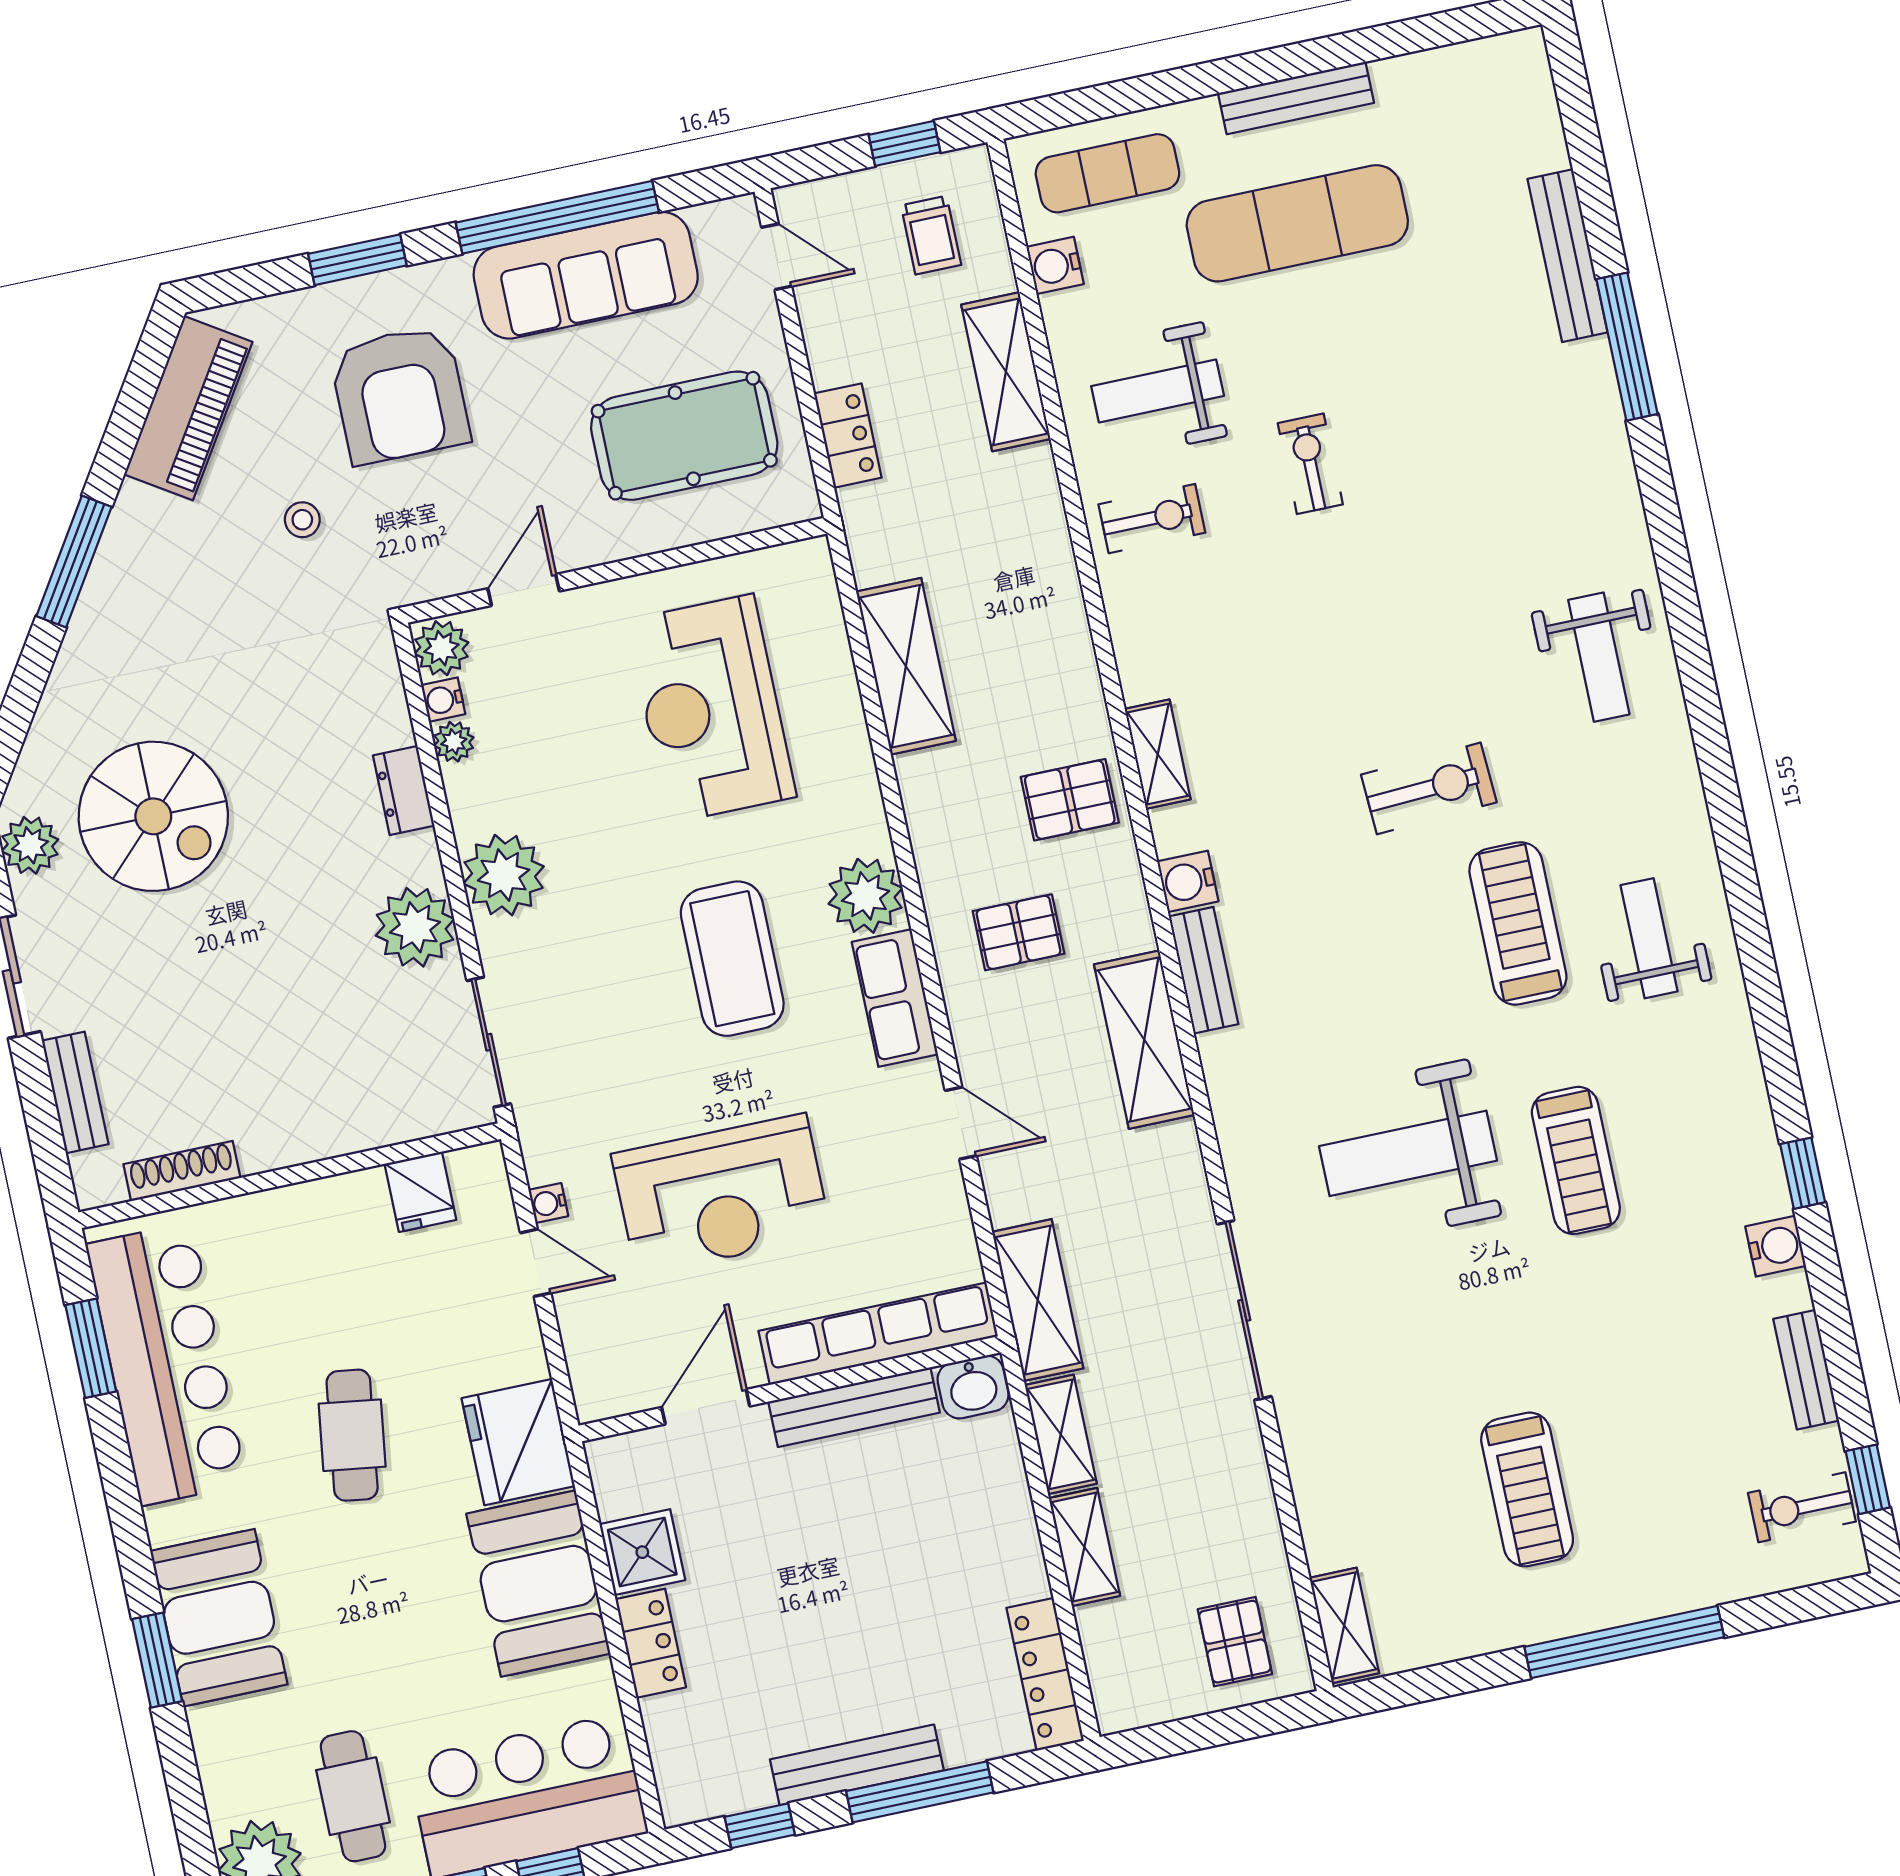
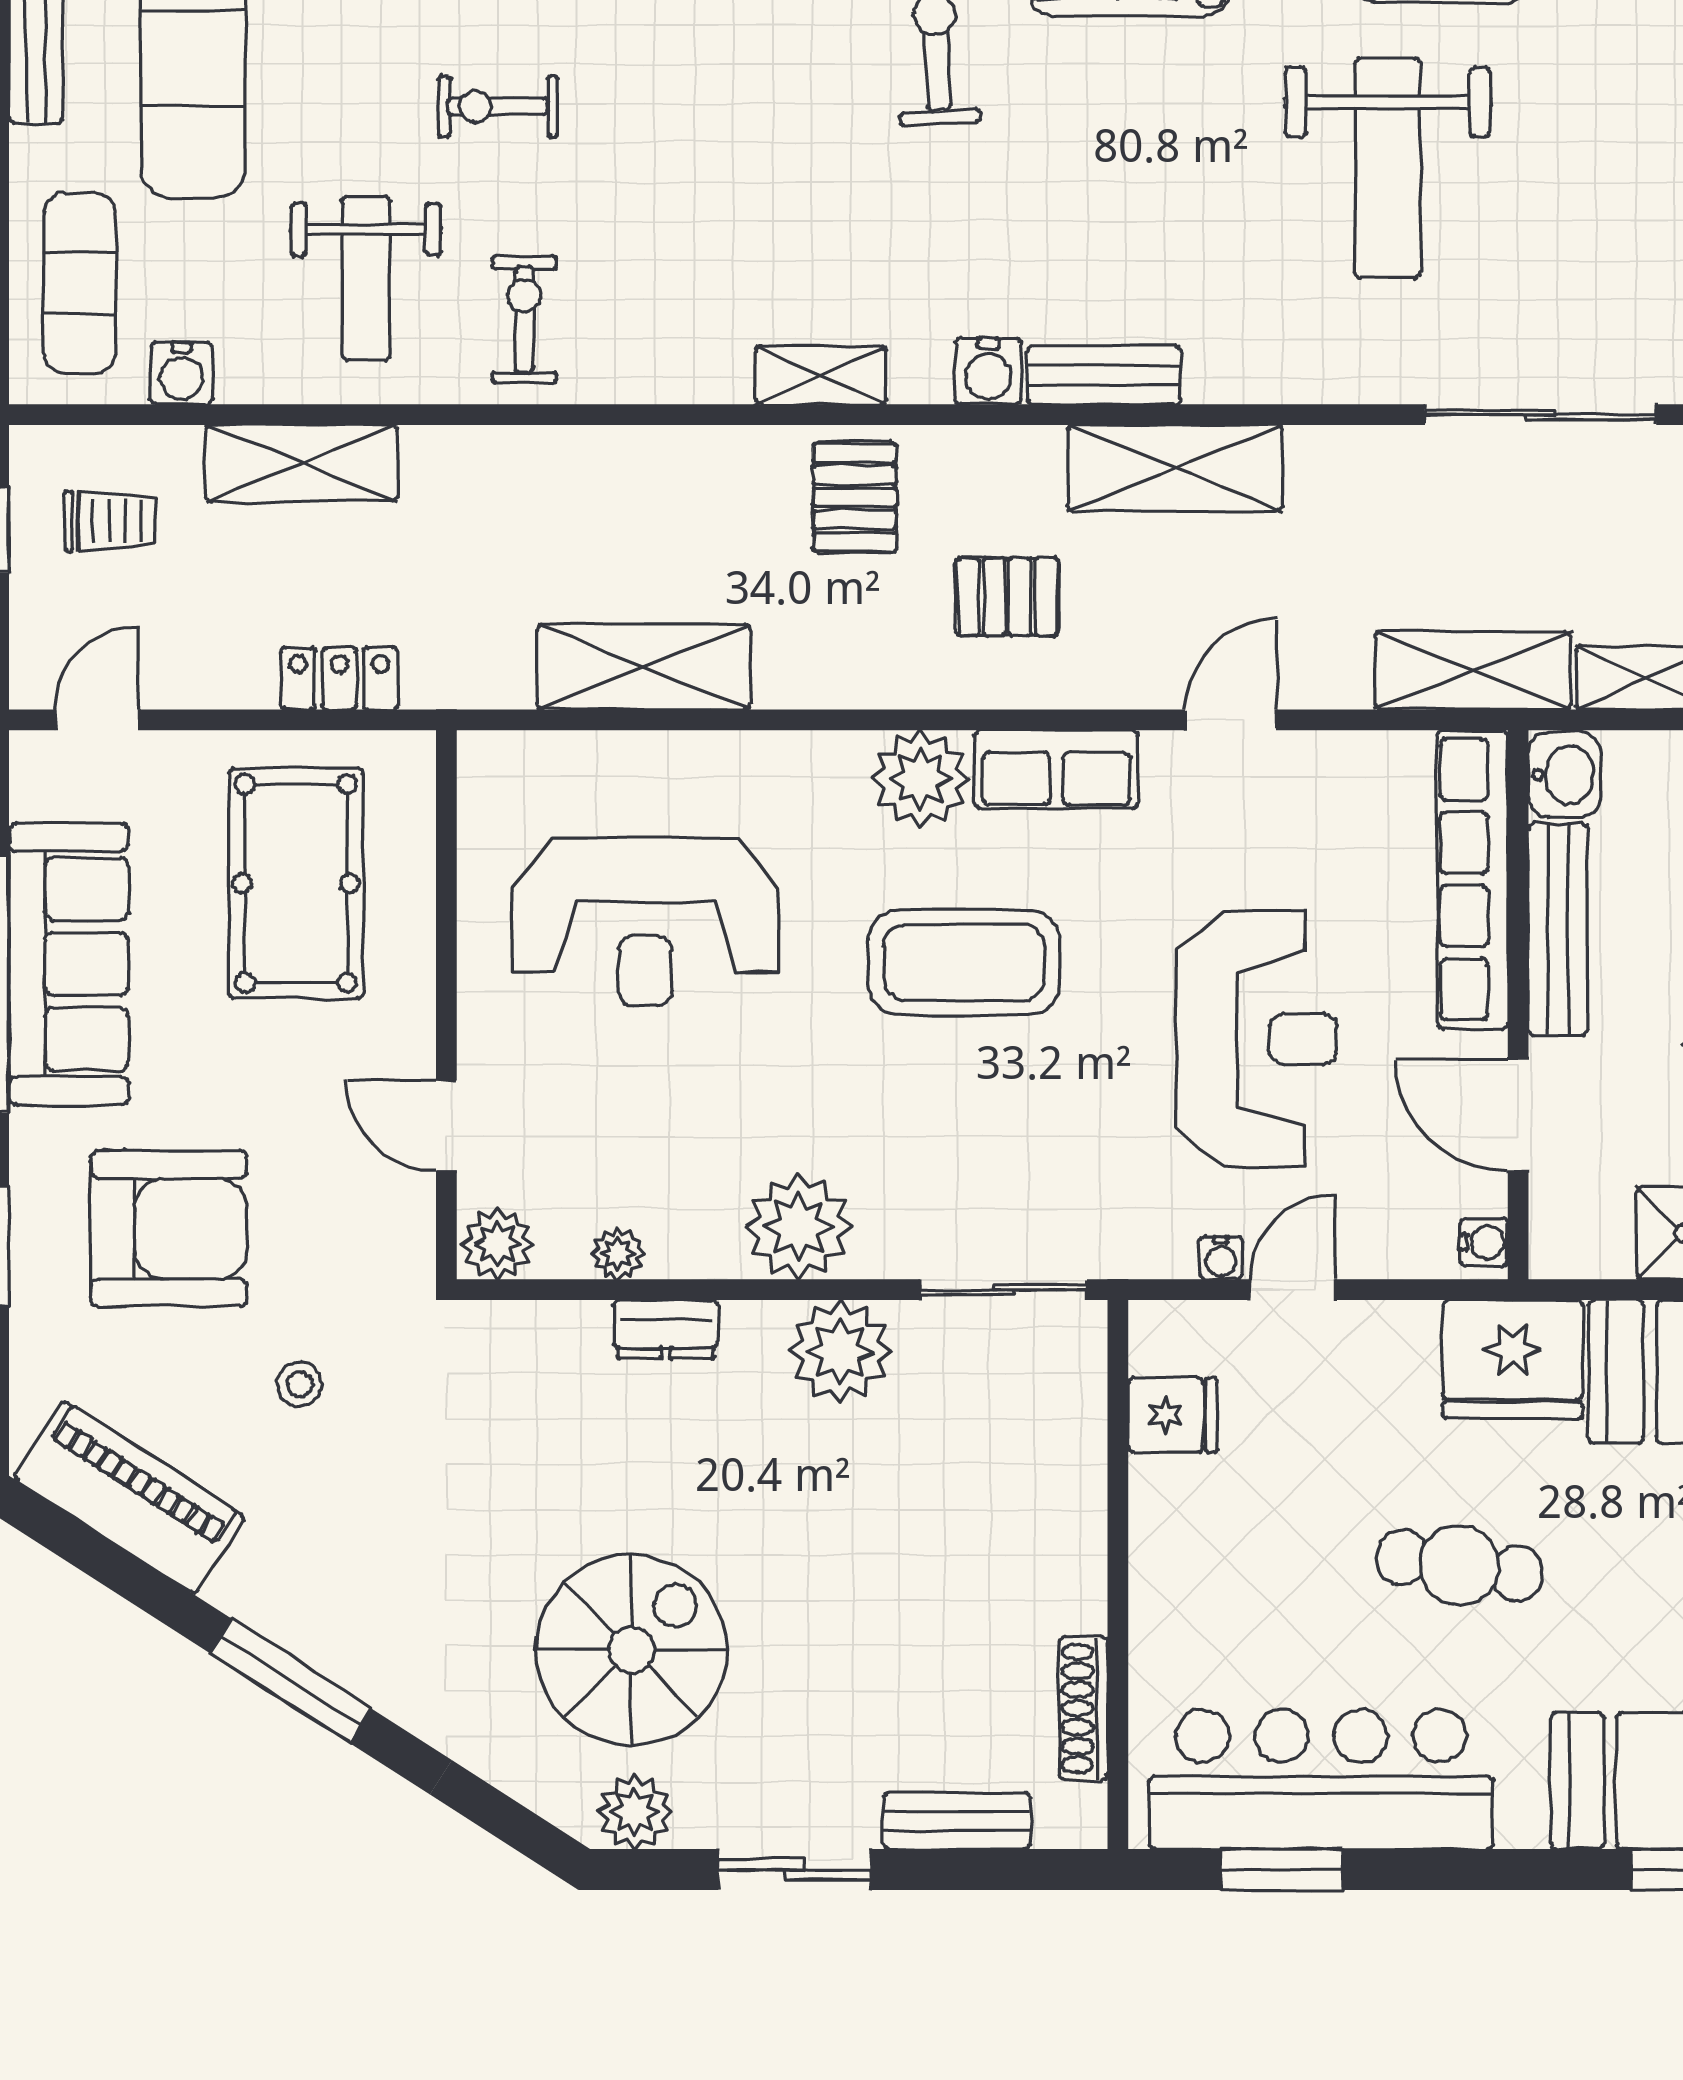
water cooler: (443, 700) -> (1484, 1242), moved, turned -90
pallet: (1019, 932) -> (1007, 597), turned 90

